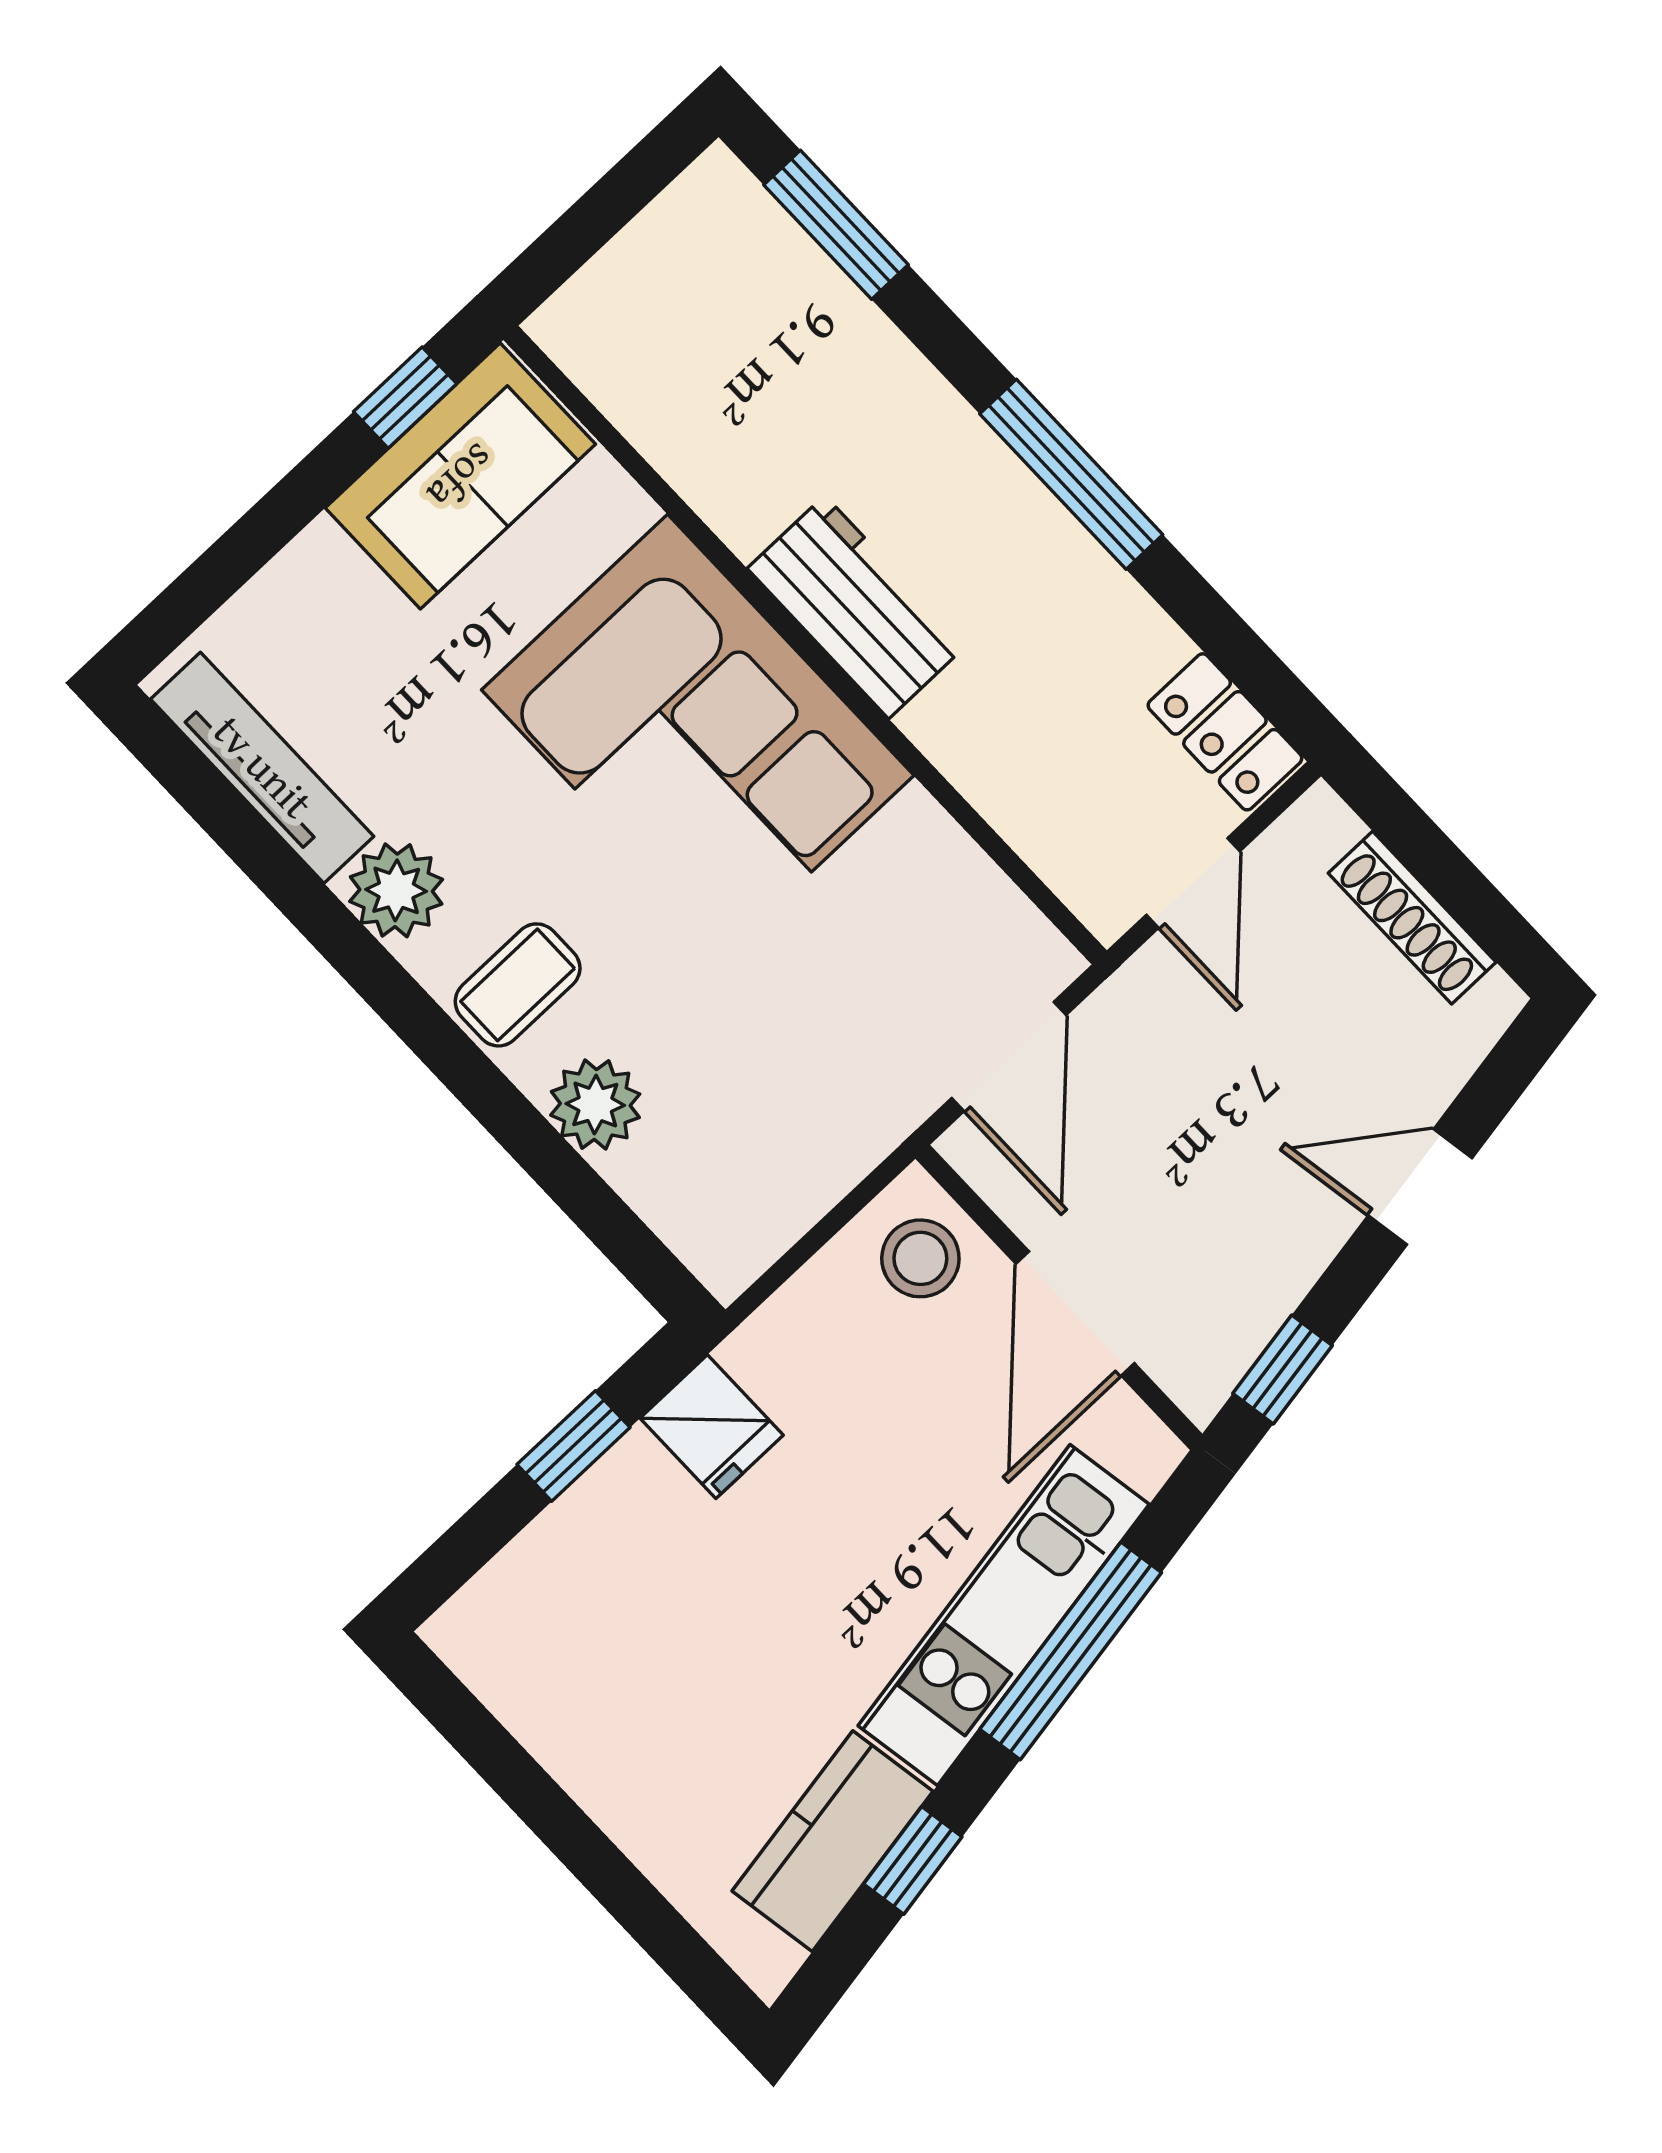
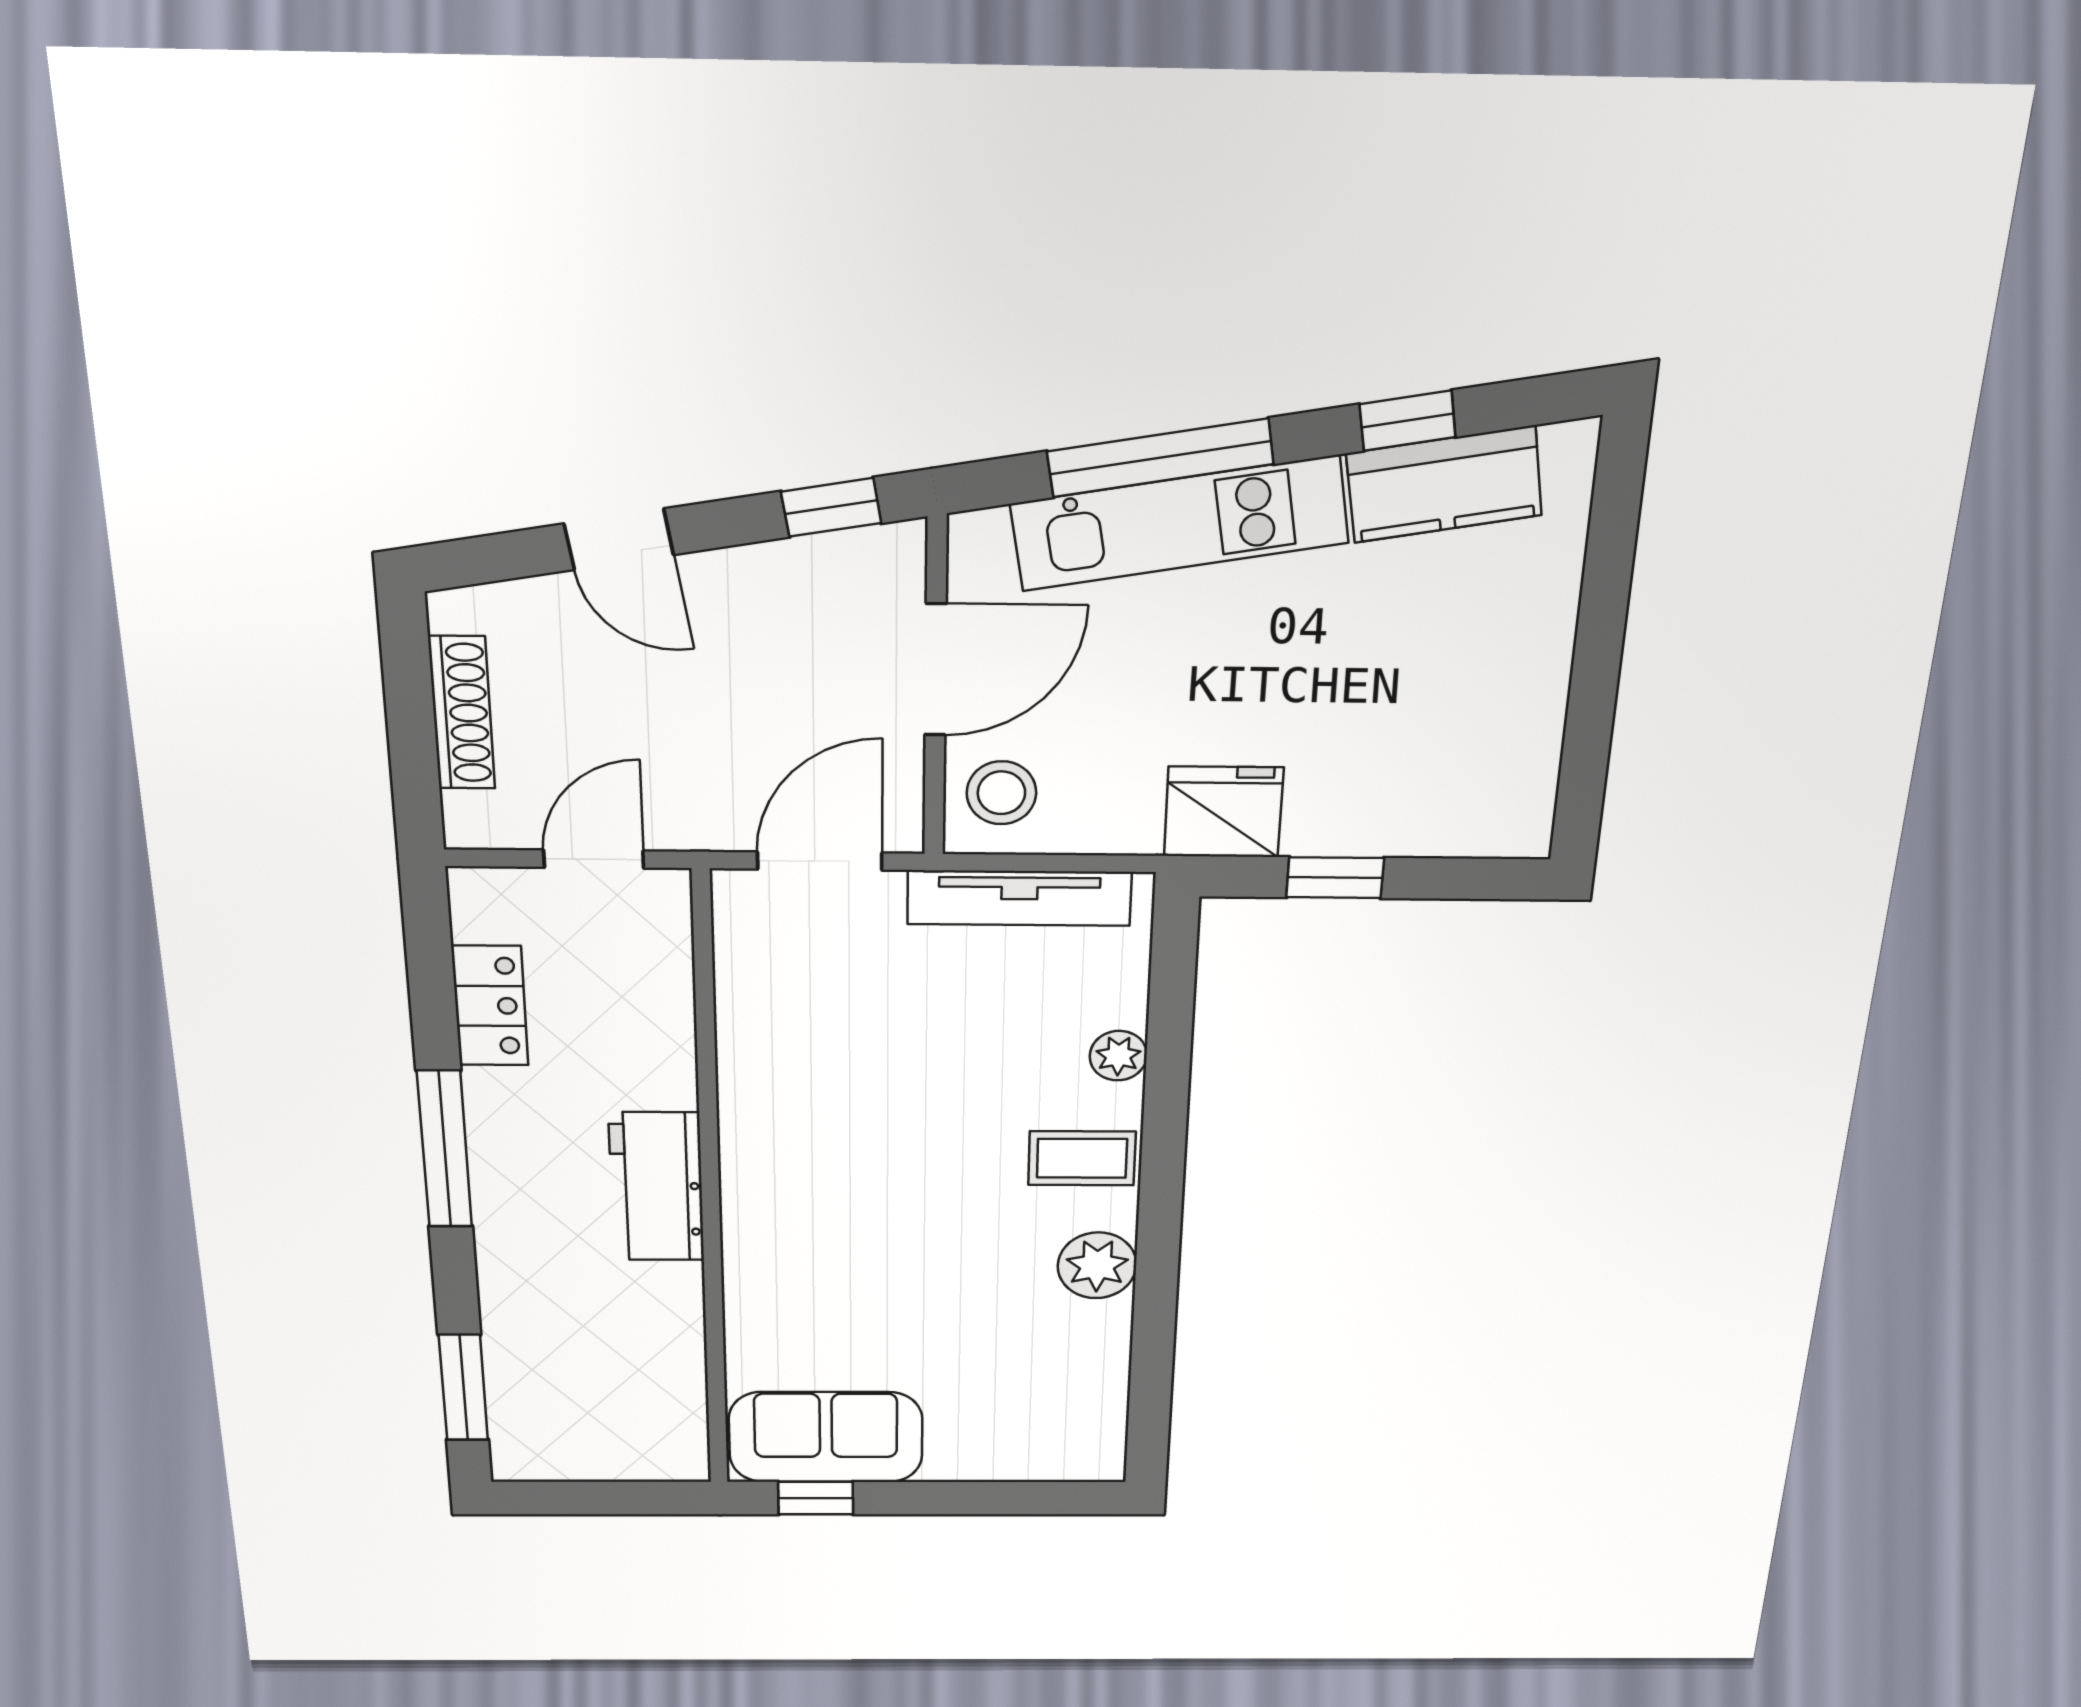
locker: (1225, 732) -> (490, 1006), moved
corner sofa: (698, 733) -> (827, 1200), removed
tv unit: (262, 768) -> (1019, 898), moved, turned -90
plant: (595, 1104) -> (1118, 1056), width x0.73, depth x0.73
fridge: (712, 1427) -> (1224, 812), width x1.38

